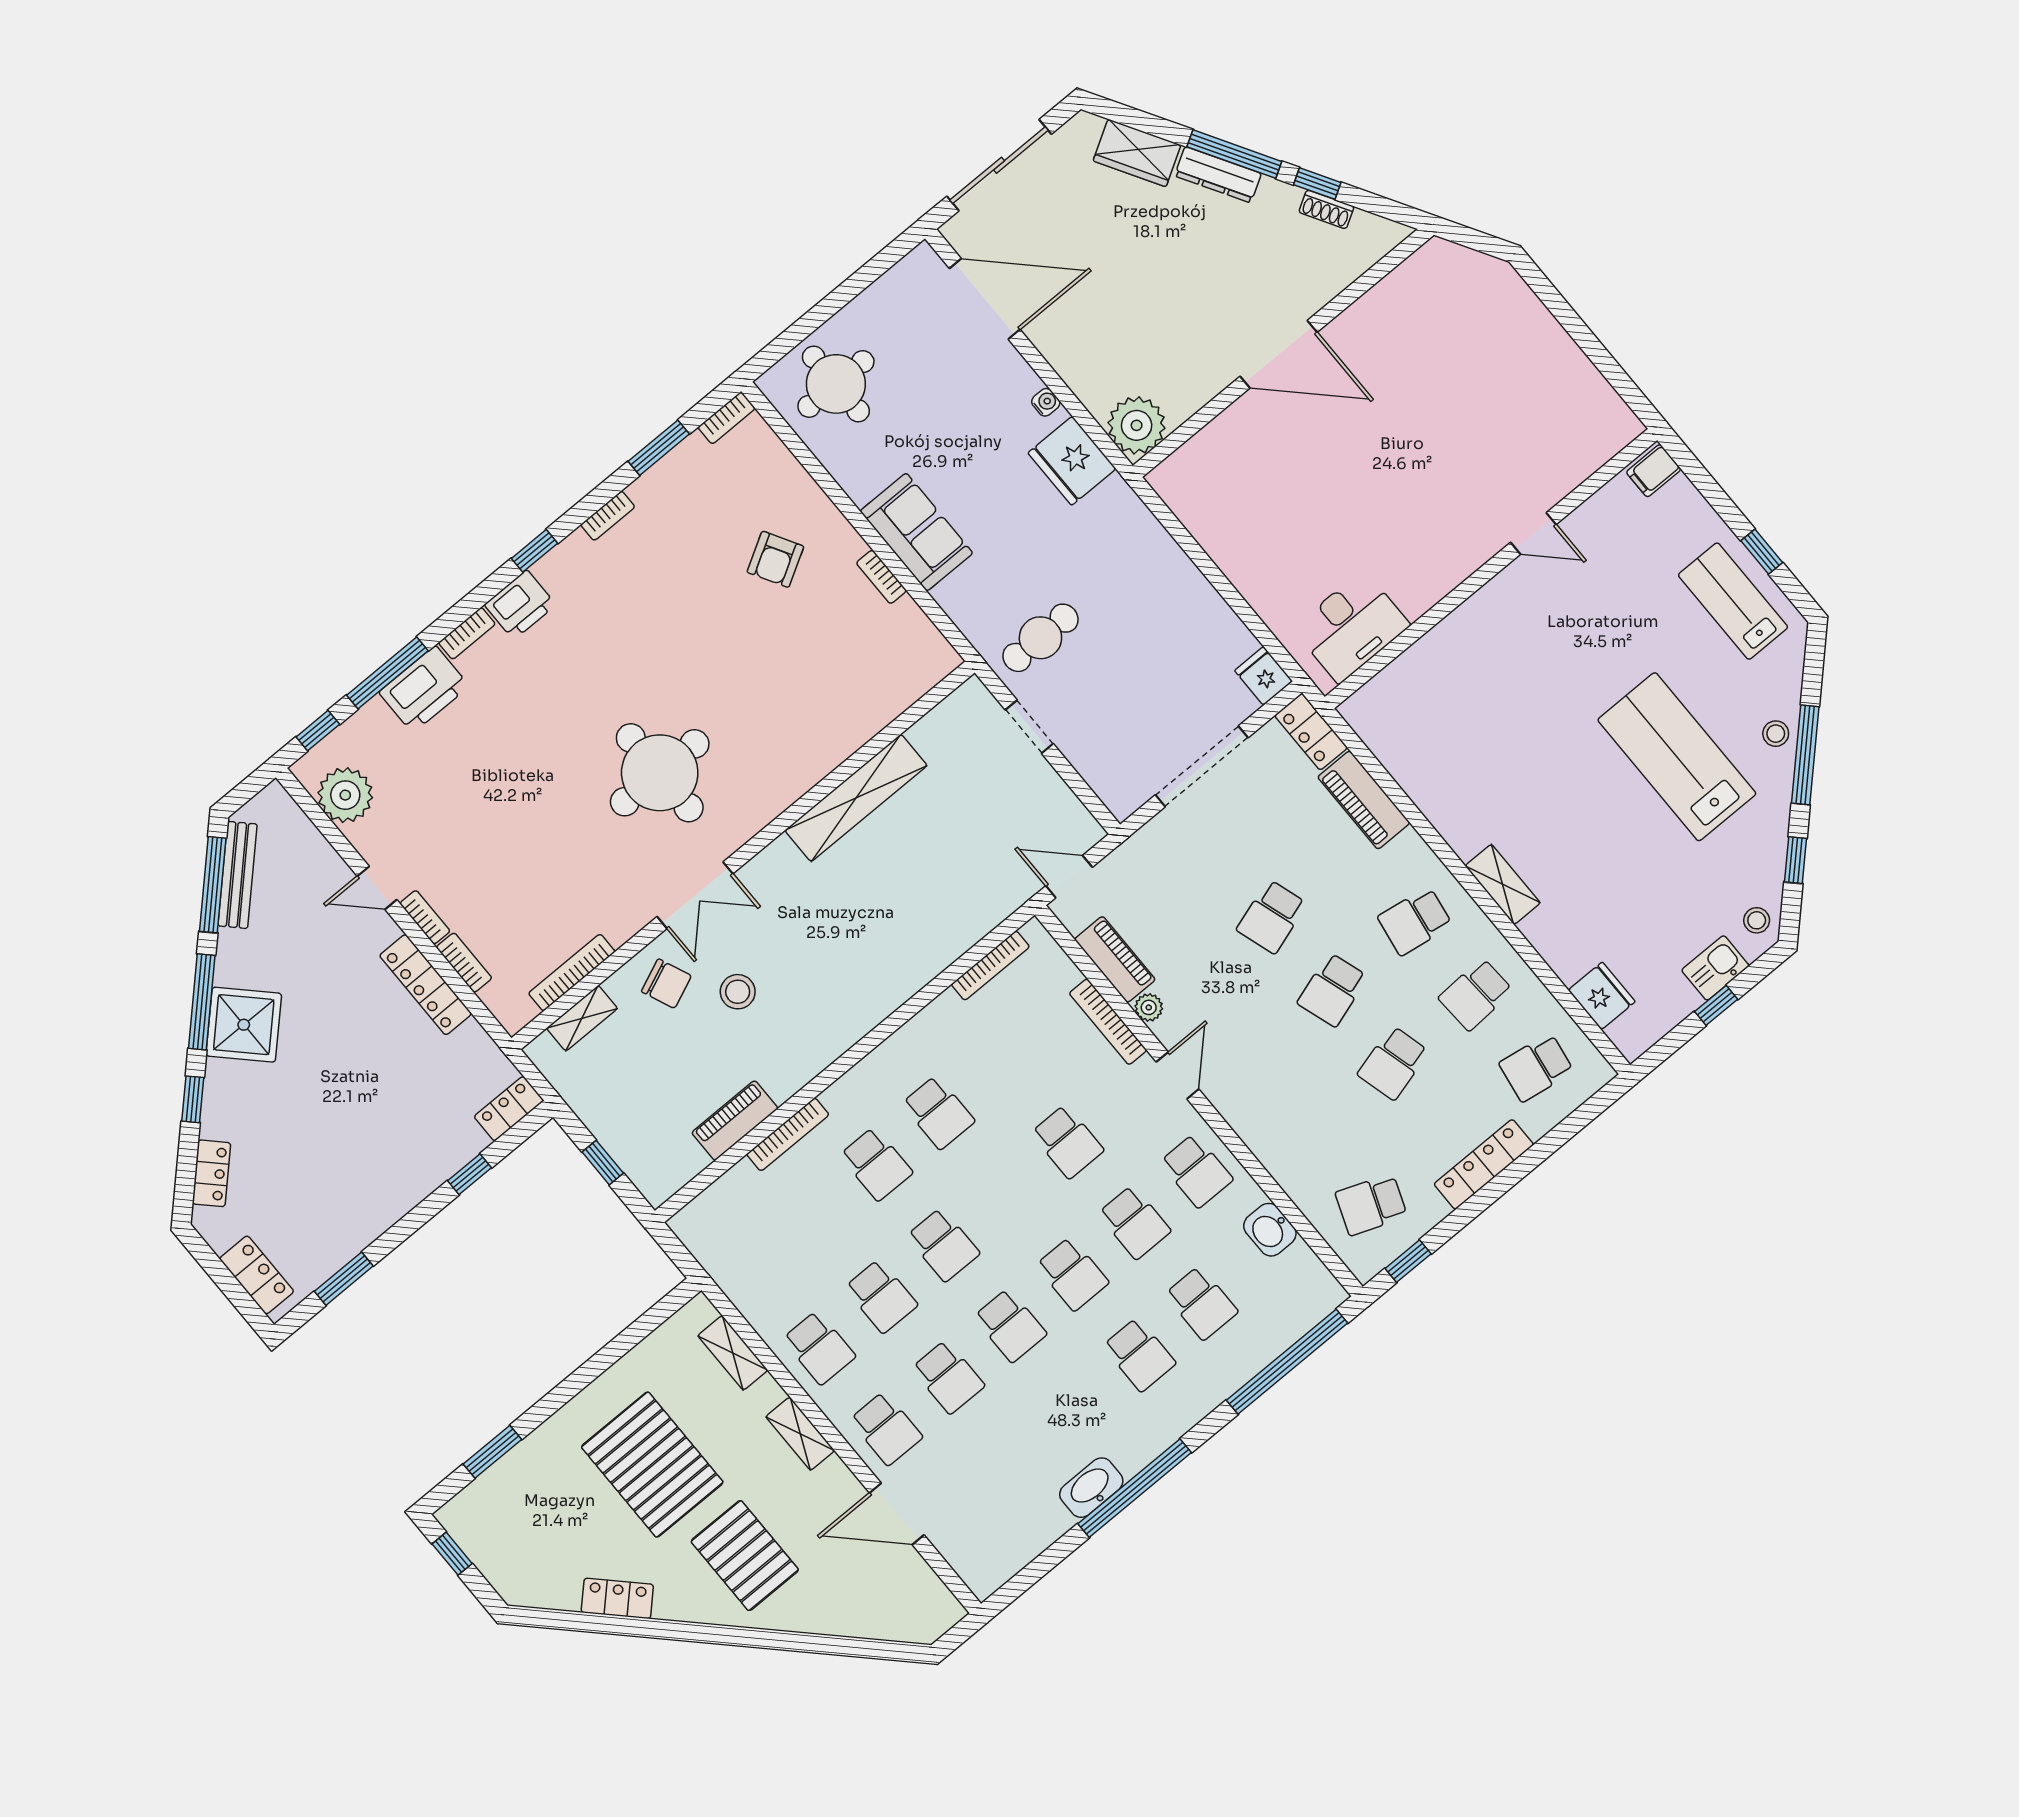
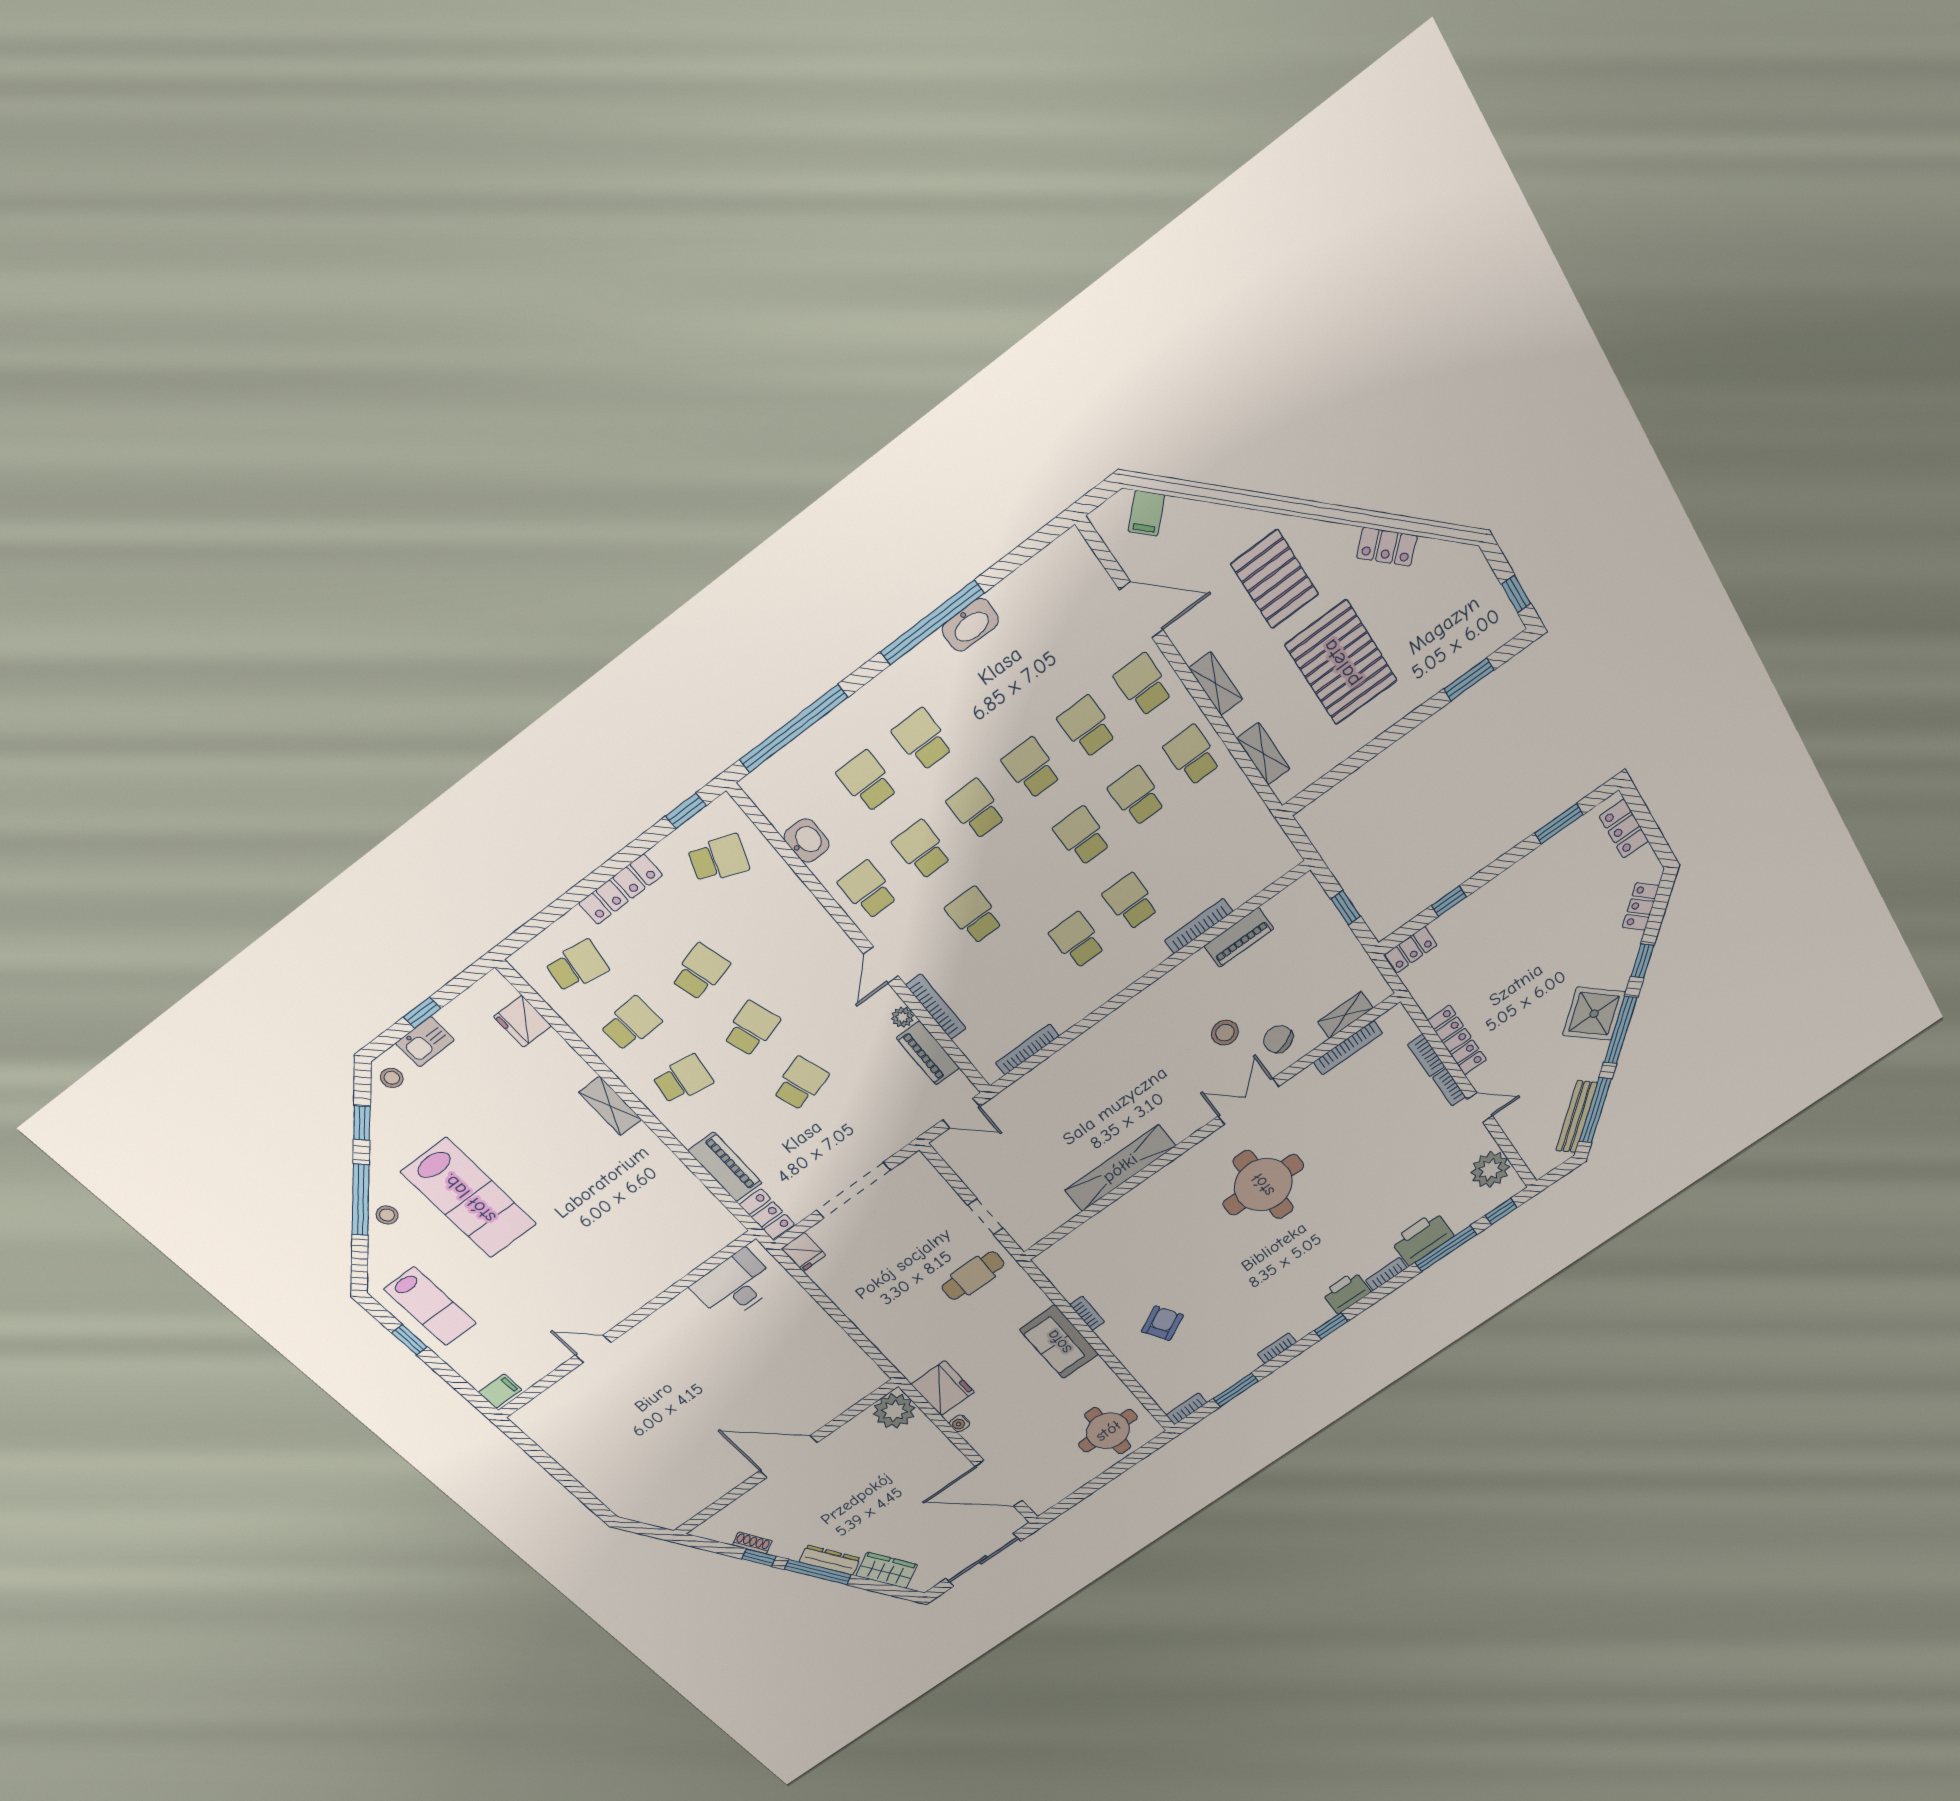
filing cabinet: (901, 1620) -> (1146, 513), added

